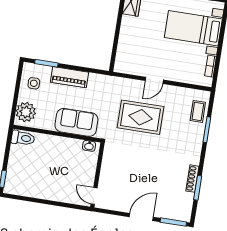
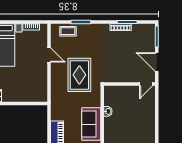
door: (154, 80) -> (49, 55), moved
wall: (97, 175) -> (130, 84), moved
door: (94, 196) -> (146, 84), moved

